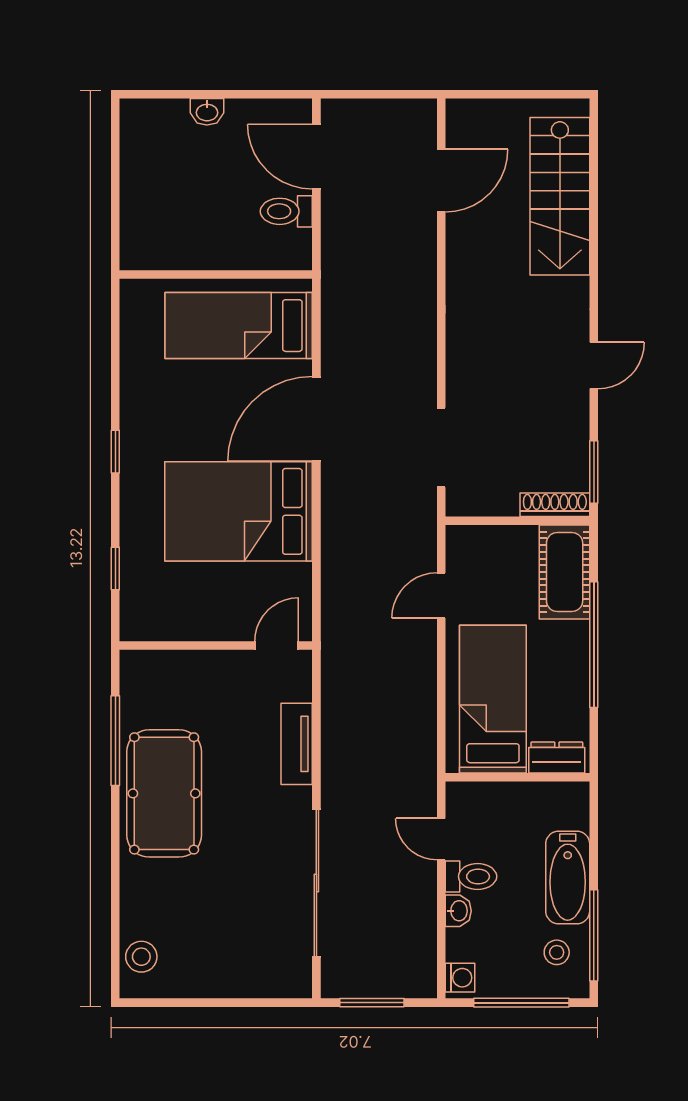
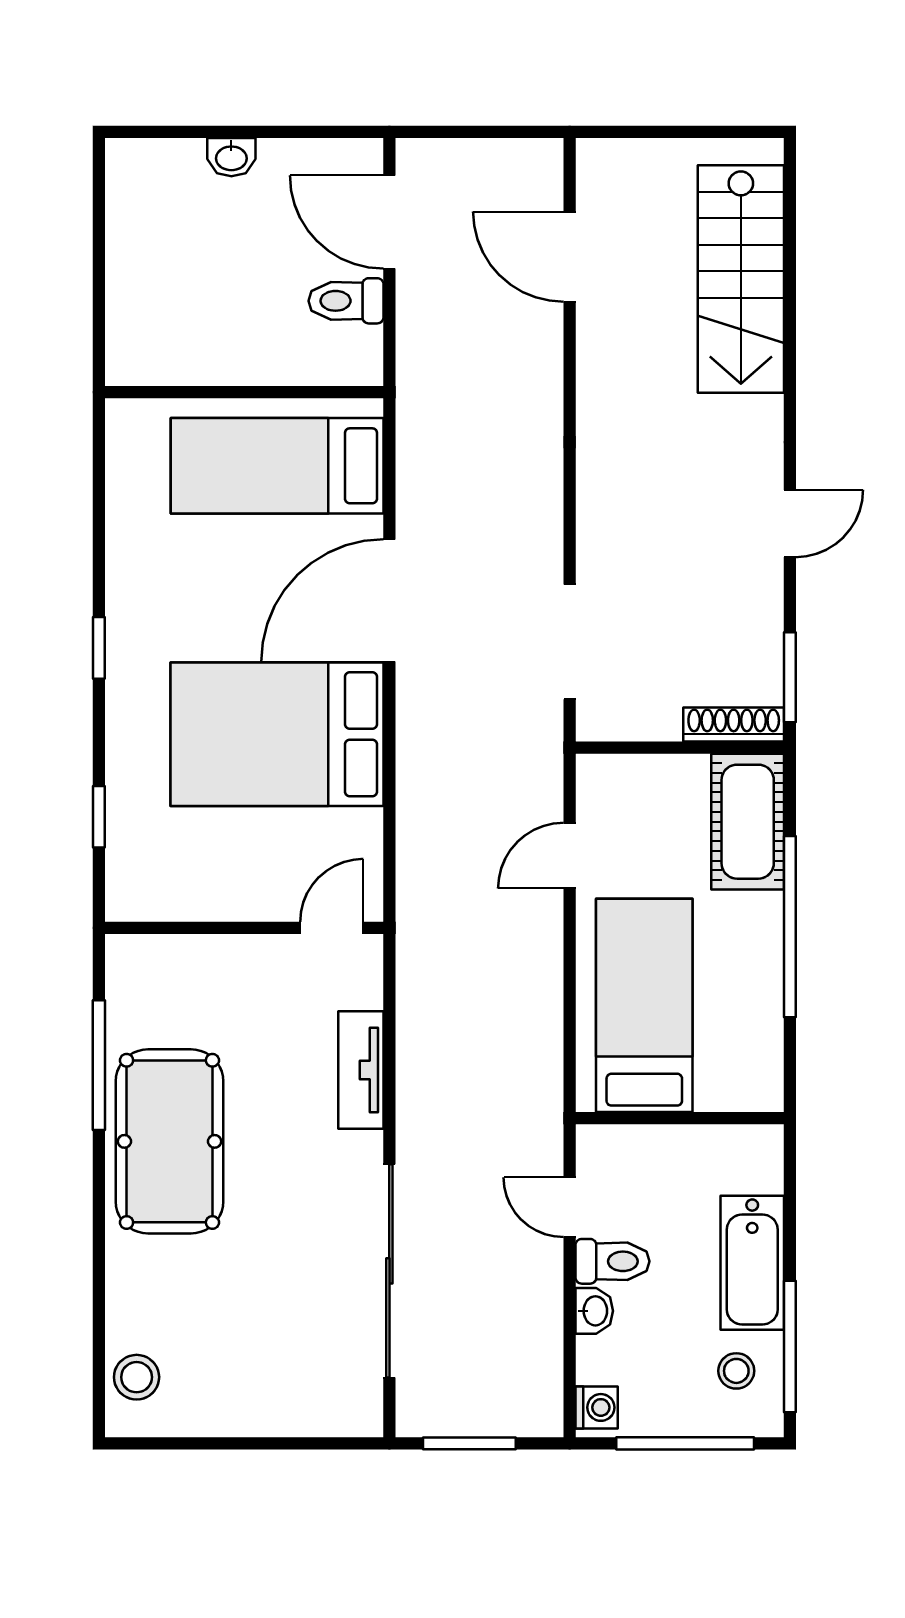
door: (441, 181) -> (570, 257), swing flipped
dresser: (557, 757) -> (737, 1089), removed

